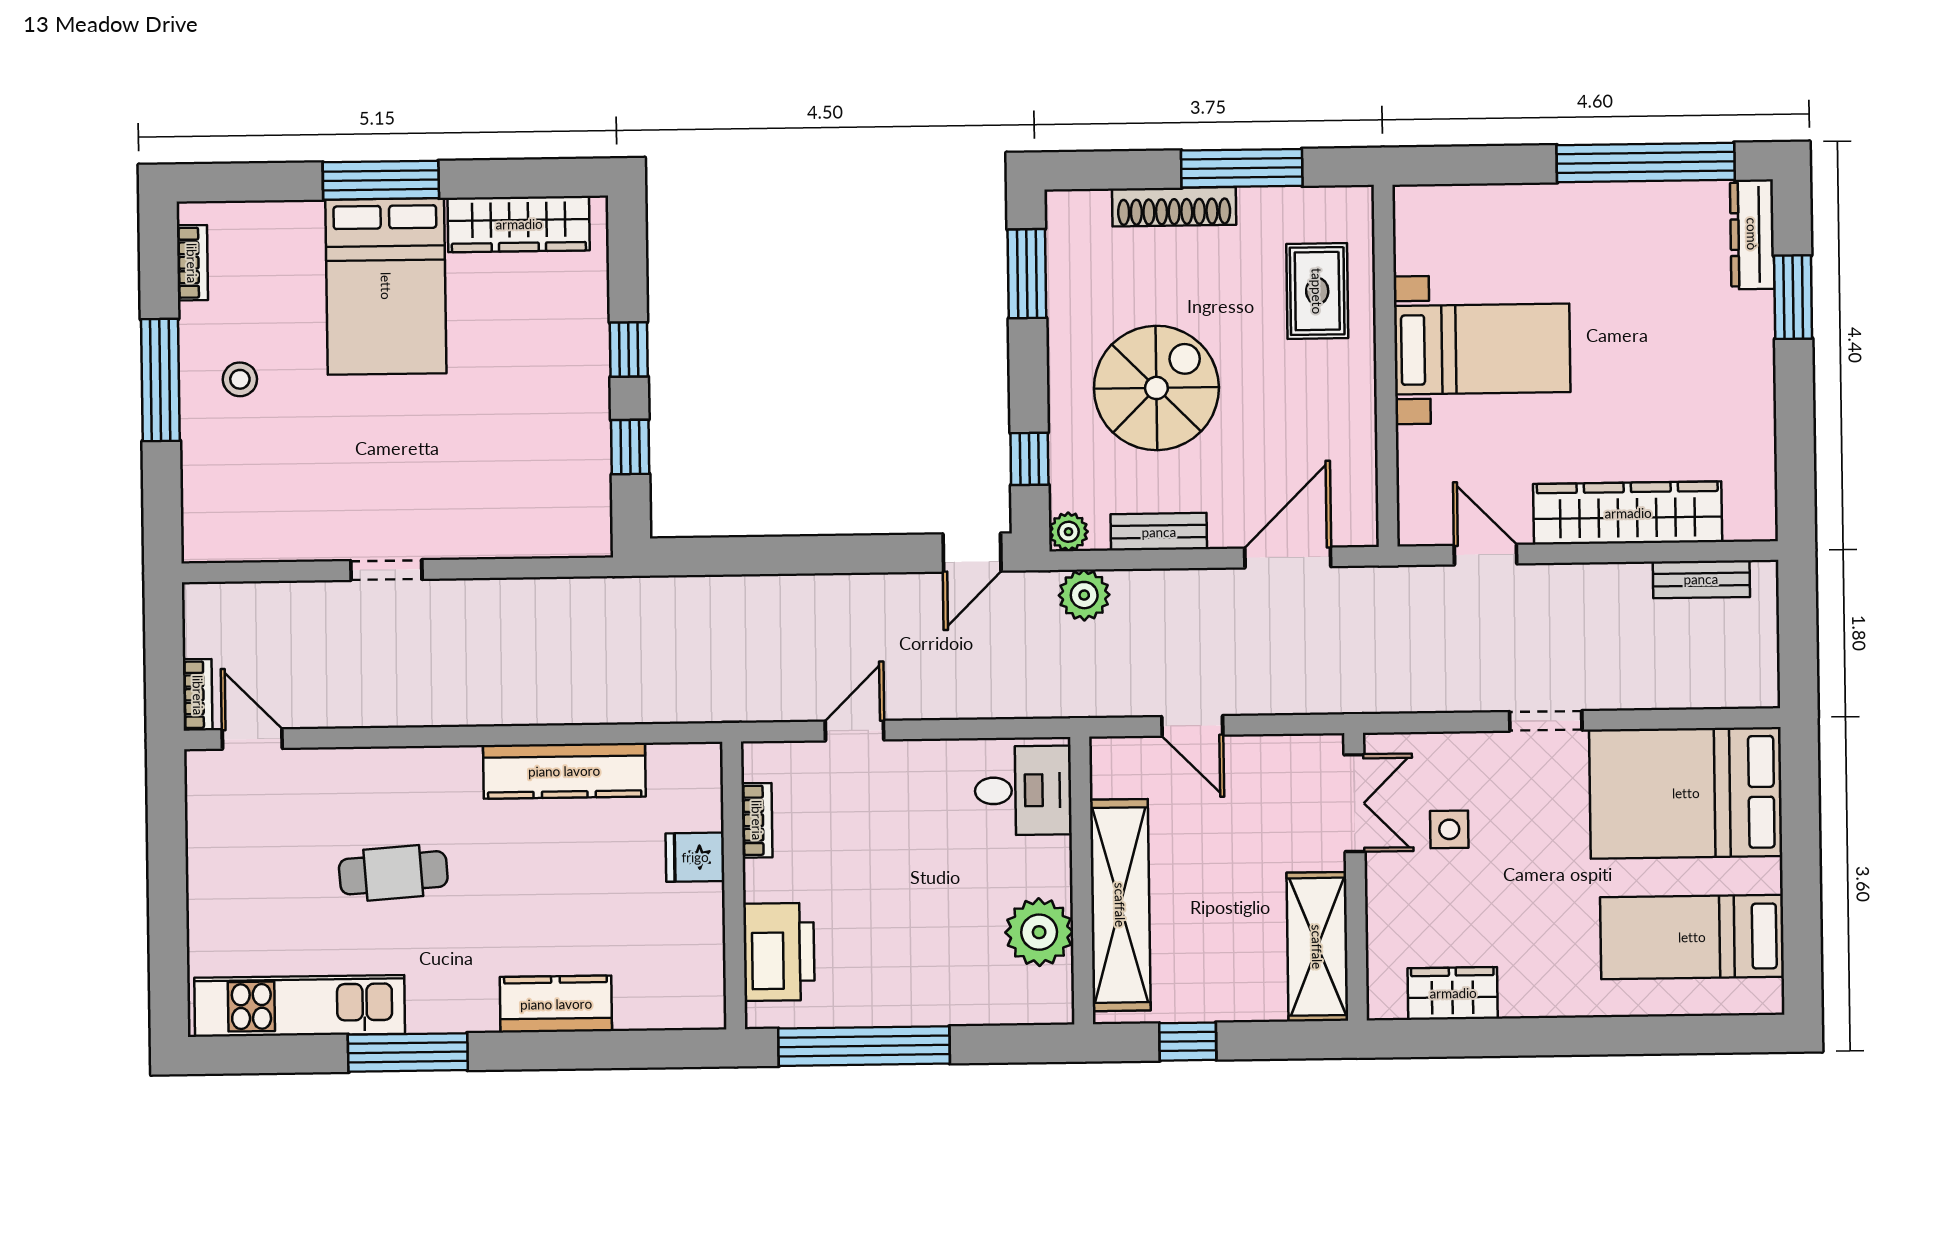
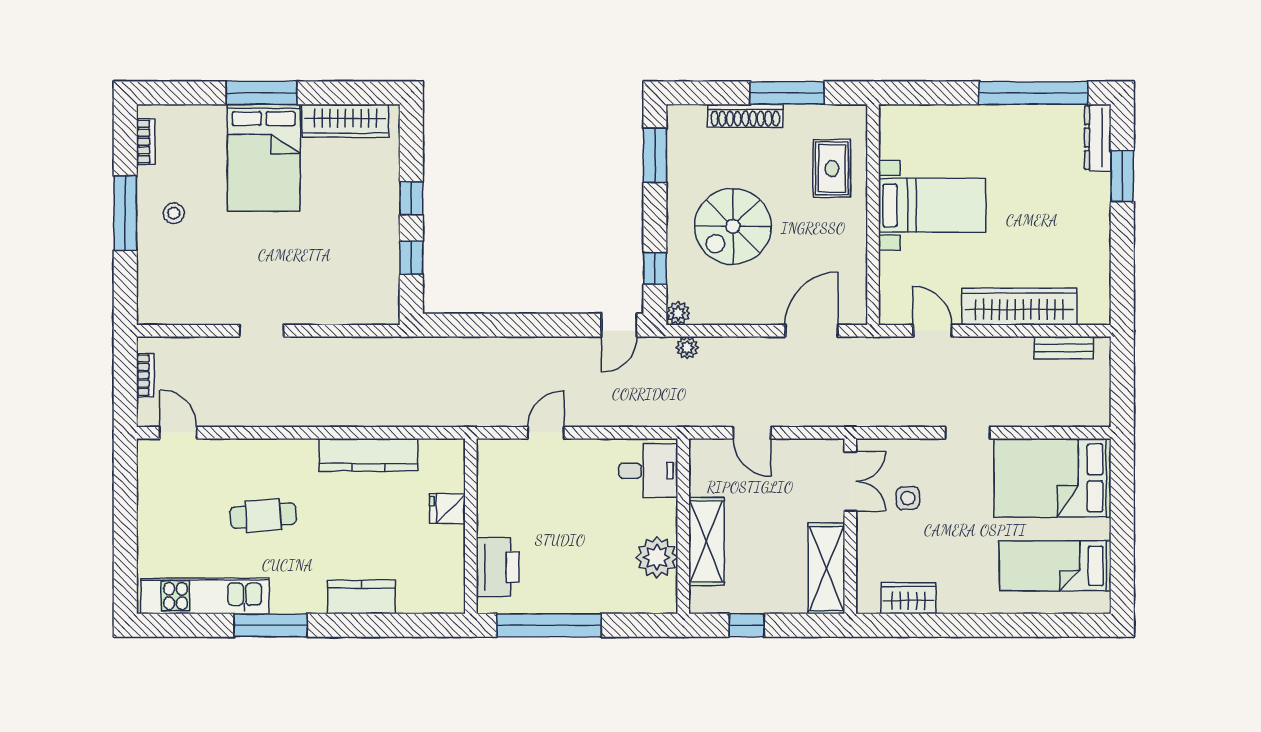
spiral stairs: (1156, 388) -> (733, 226), turned 180
bench: (1159, 532) -> (733, 314), removed
plant: (1084, 595) -> (687, 348), width x0.73, depth x0.73
bookcase: (198, 695) -> (145, 375), moved
bookcase: (757, 820) -> (486, 487), removed
shelving: (1120, 905) -> (706, 541), width x0.68

